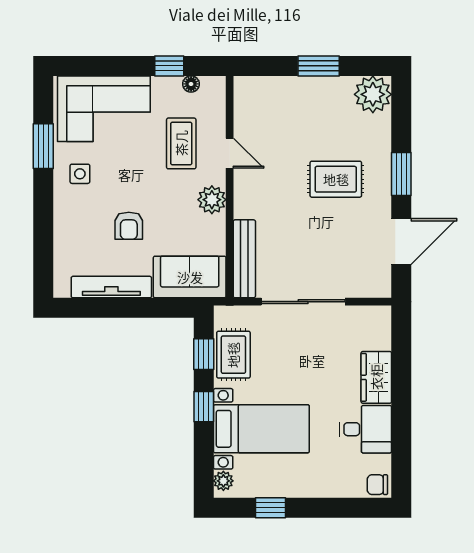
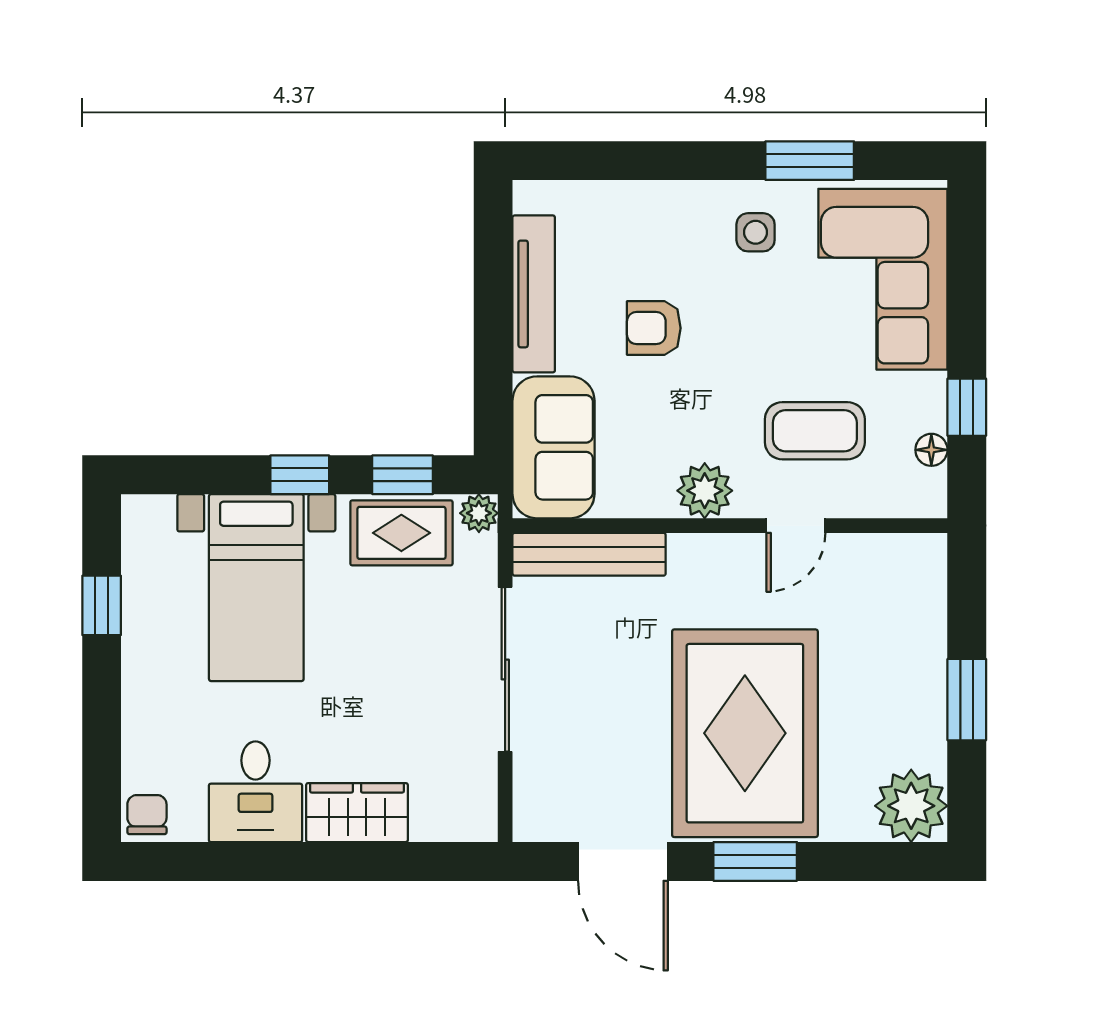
rug: (336, 179) -> (745, 733), width x1.86, depth x2.06
plant: (223, 481) -> (479, 513), moved

